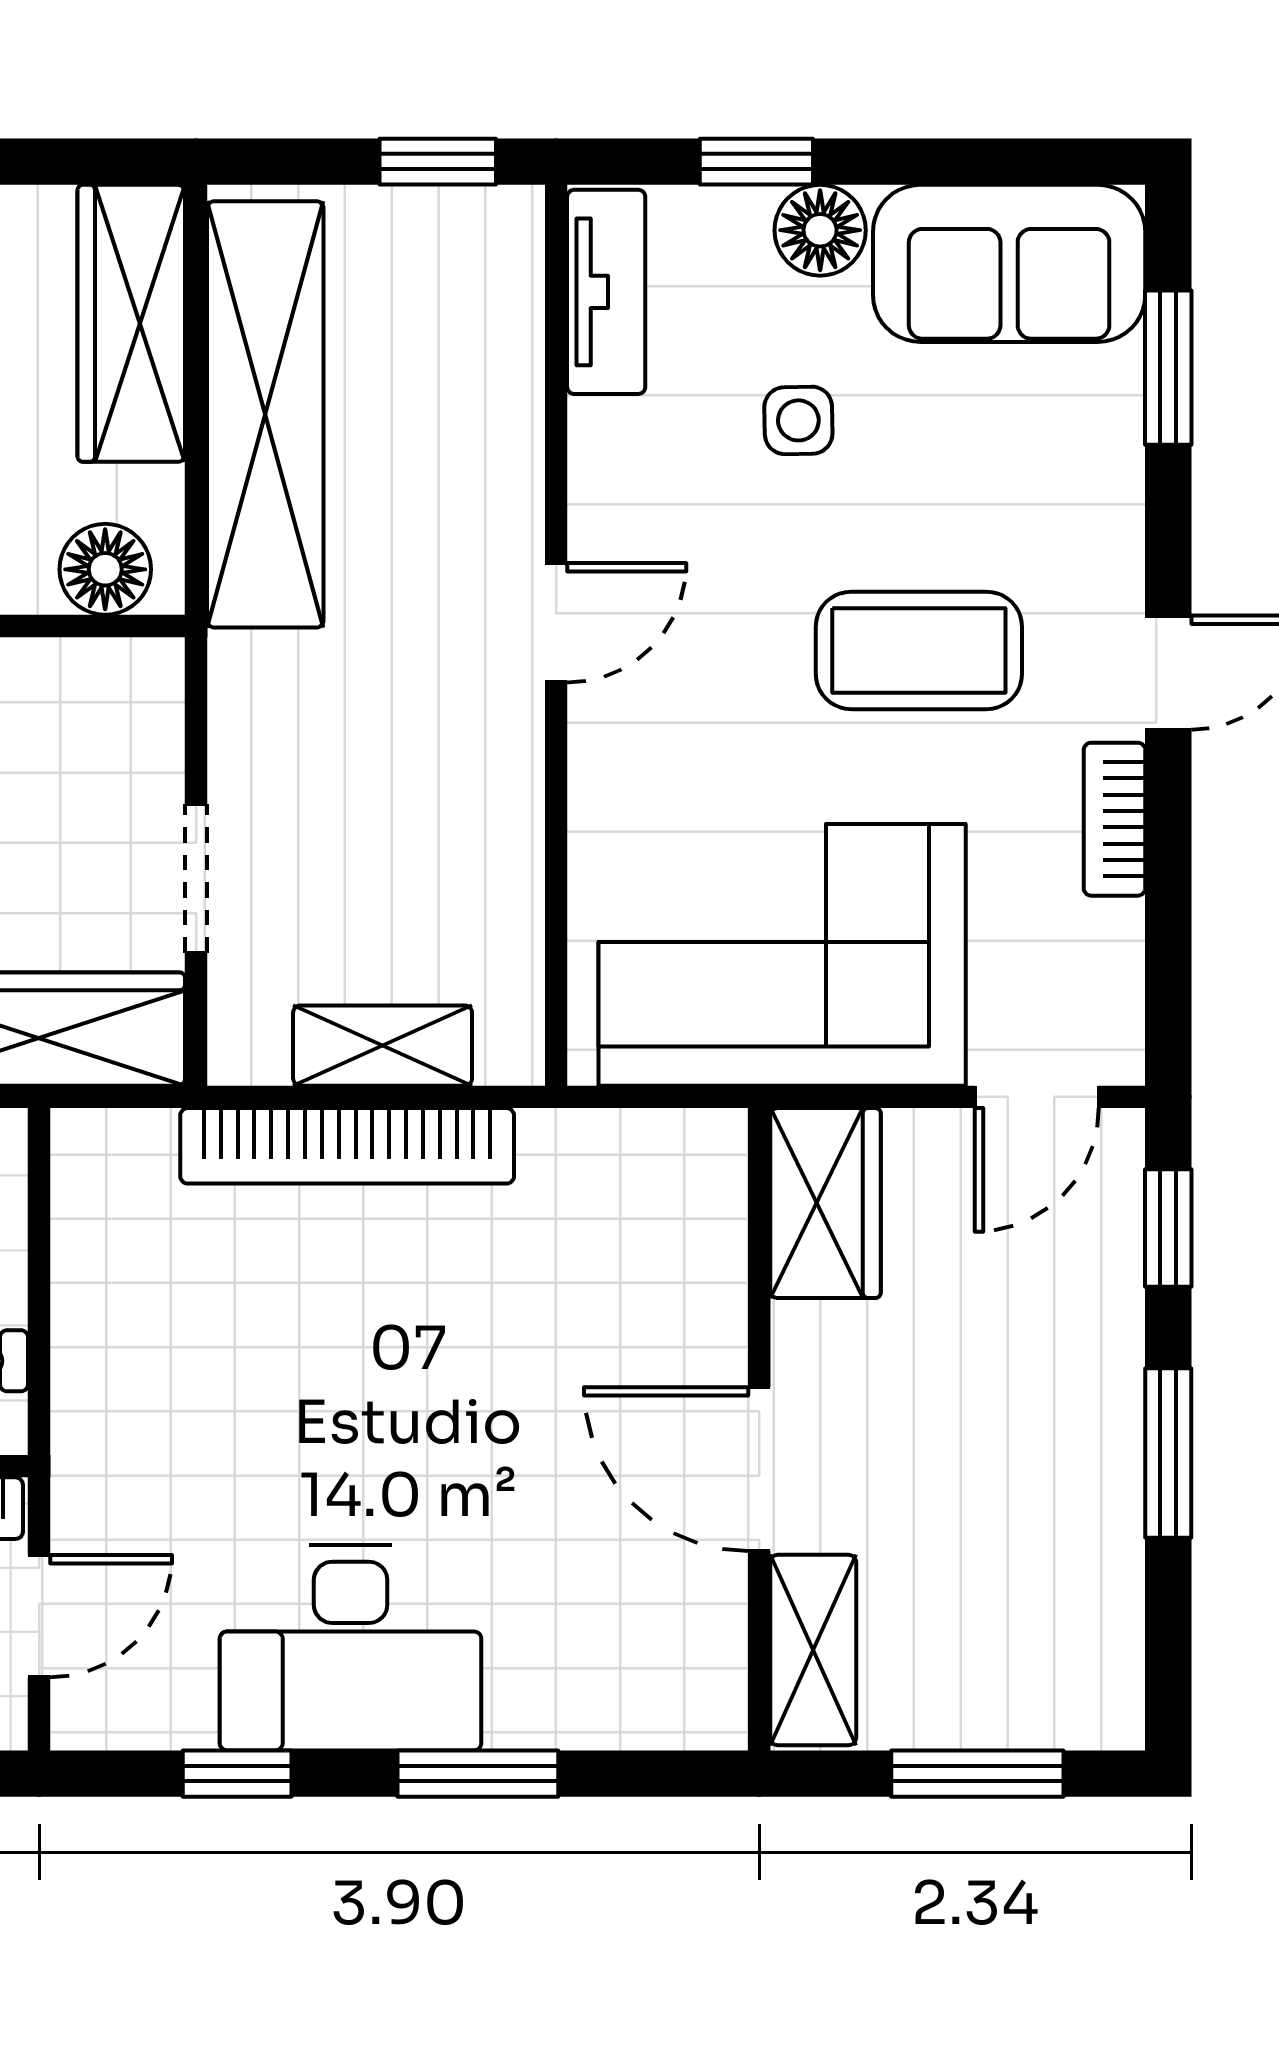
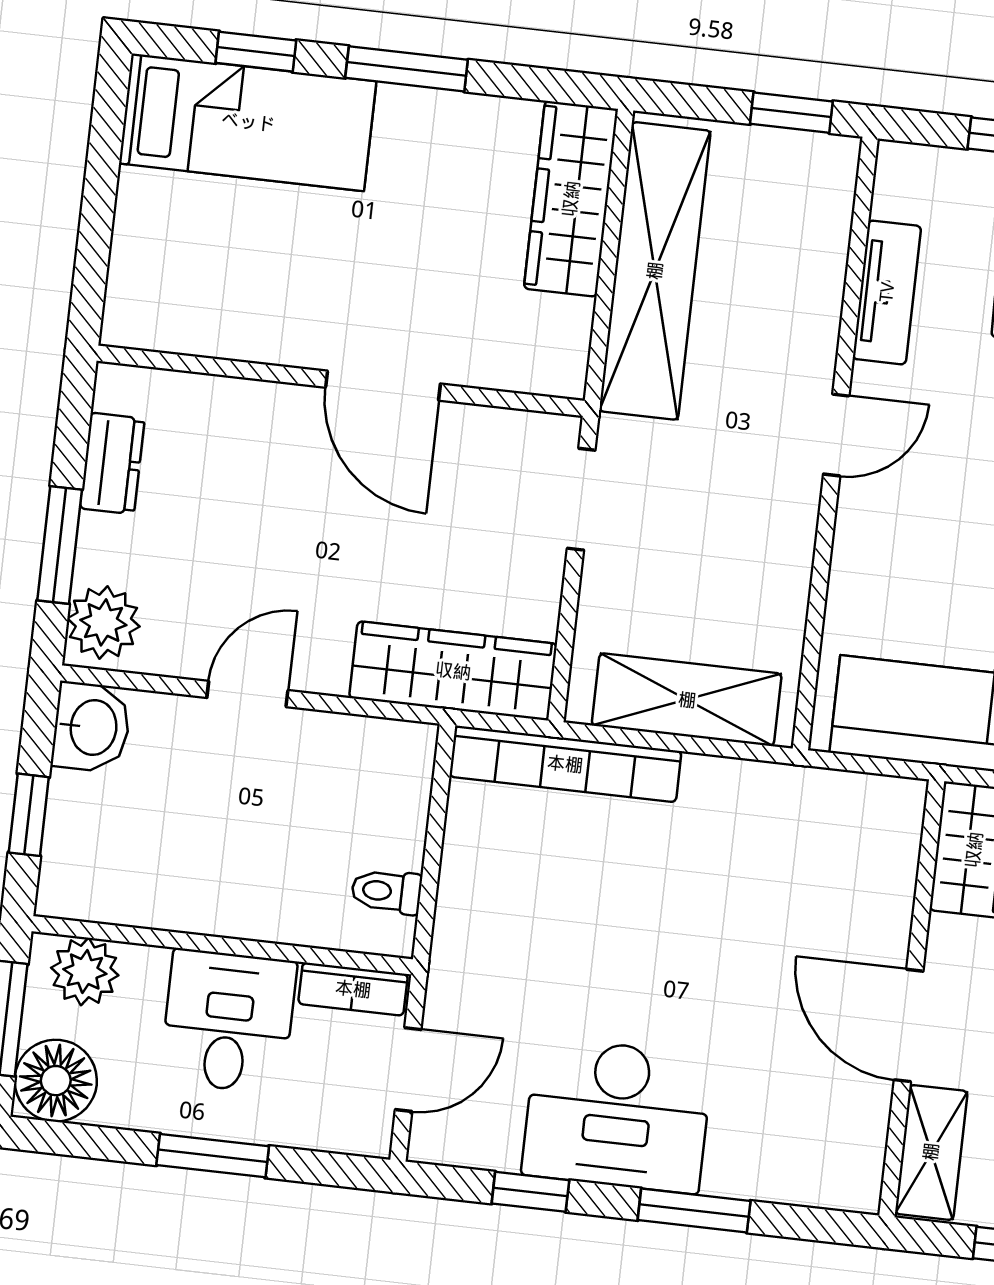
tv unit: (606, 292) -> (887, 292), moved
floor lamp: (105, 569) -> (534, 364), removed
doorway: (196, 879) -> (581, 499), moved
shelving: (383, 1046) -> (687, 700), width x1.50, depth x1.33
bookcase: (347, 1146) -> (565, 764), moved

